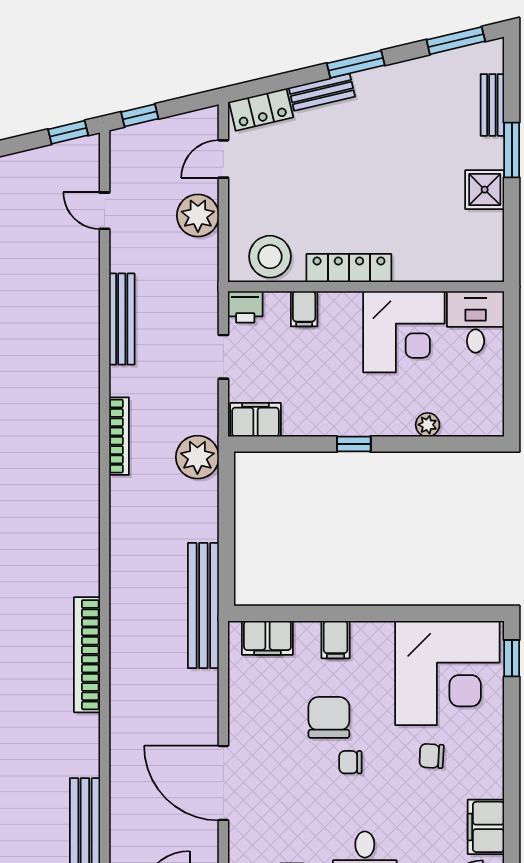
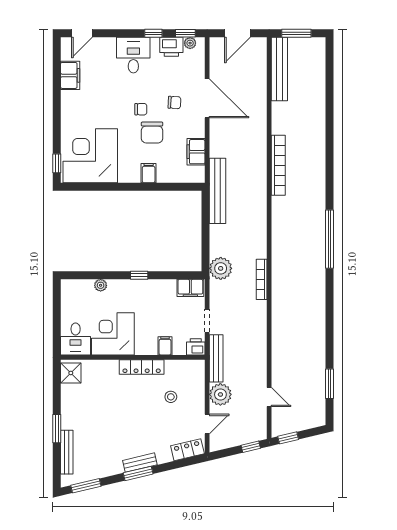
bench: (322, 92) -> (140, 463), moved
bench: (492, 105) -> (67, 452), width x1.36
shower: (485, 190) -> (71, 373), moved
stool: (270, 257) -> (171, 397), moved, width x0.53, depth x0.53
bench: (122, 319) -> (216, 358), moved
filing cabinet: (267, 638) -> (196, 152), moved, turned -90
chair: (432, 756) -> (174, 102), moved

